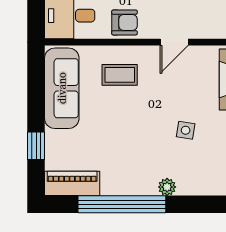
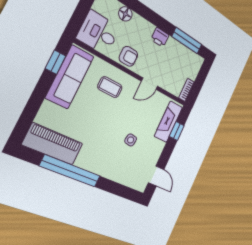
window: (36, 146) -> (55, 62), moved
piano: (72, 183) -> (53, 144), width x1.37, depth x1.33
plant: (167, 187) -> (104, 171), removed

